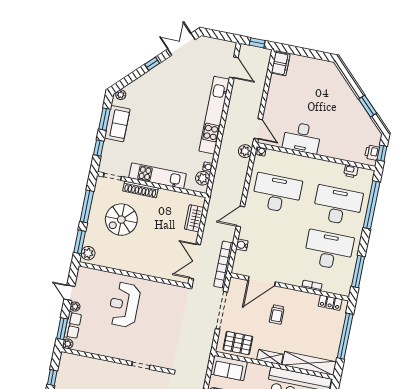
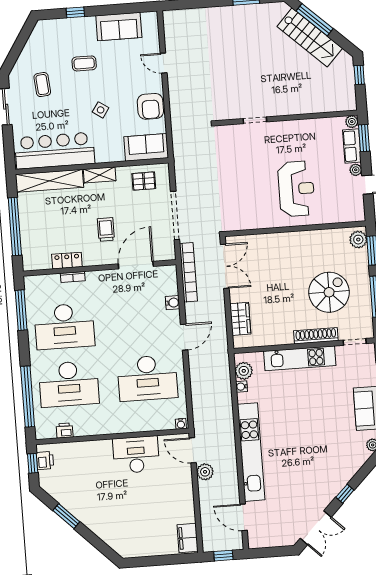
plant: (245, 151) -> (205, 472), moved
locker: (330, 303) -> (67, 261), moved
pallet: (238, 343) -> (144, 181), width x0.67, depth x0.71

